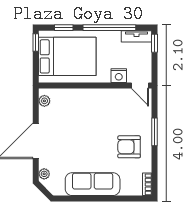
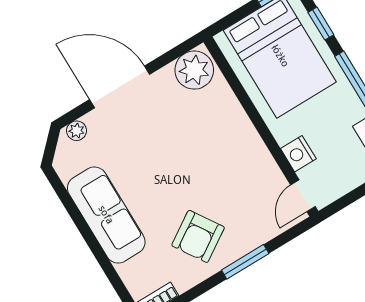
plant: (44, 101) -> (194, 70), width x1.87, depth x1.87
armchair: (129, 147) -> (198, 236), turned -123

